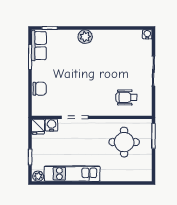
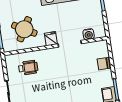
fridge: (38, 127) -> (51, 39), moved
round table: (124, 142) -> (24, 29), turned 30

